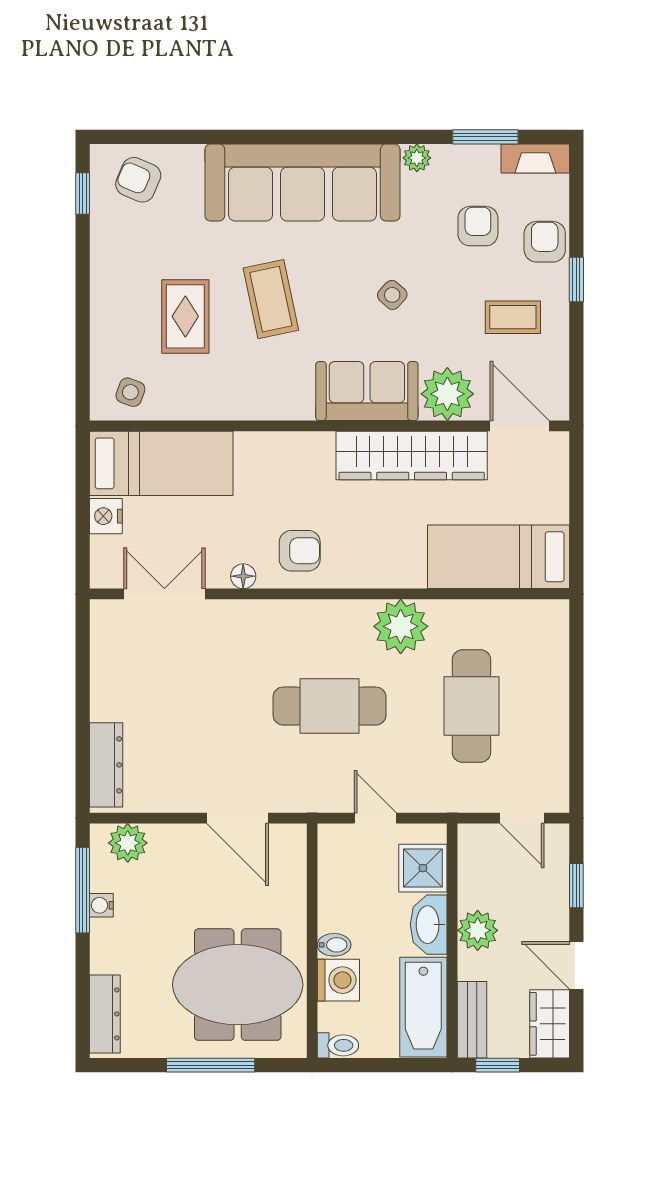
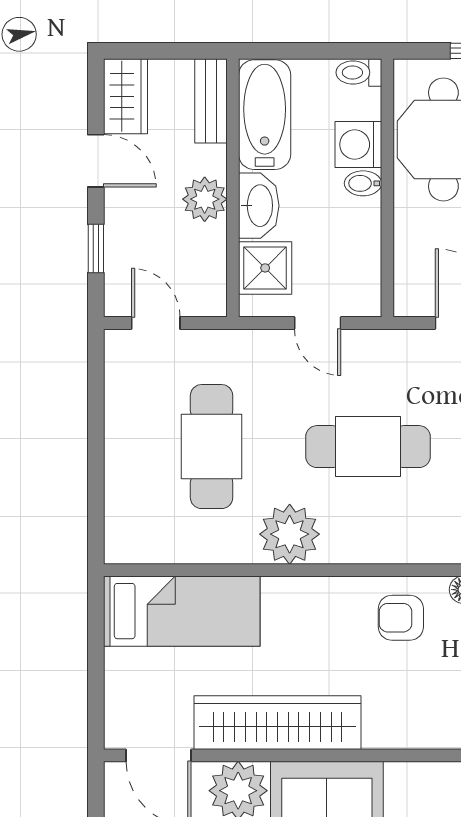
window: (498, 1065) -> (183, 51), removed

